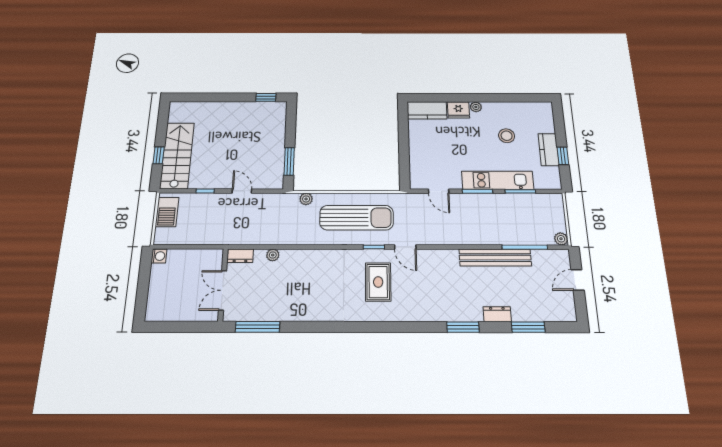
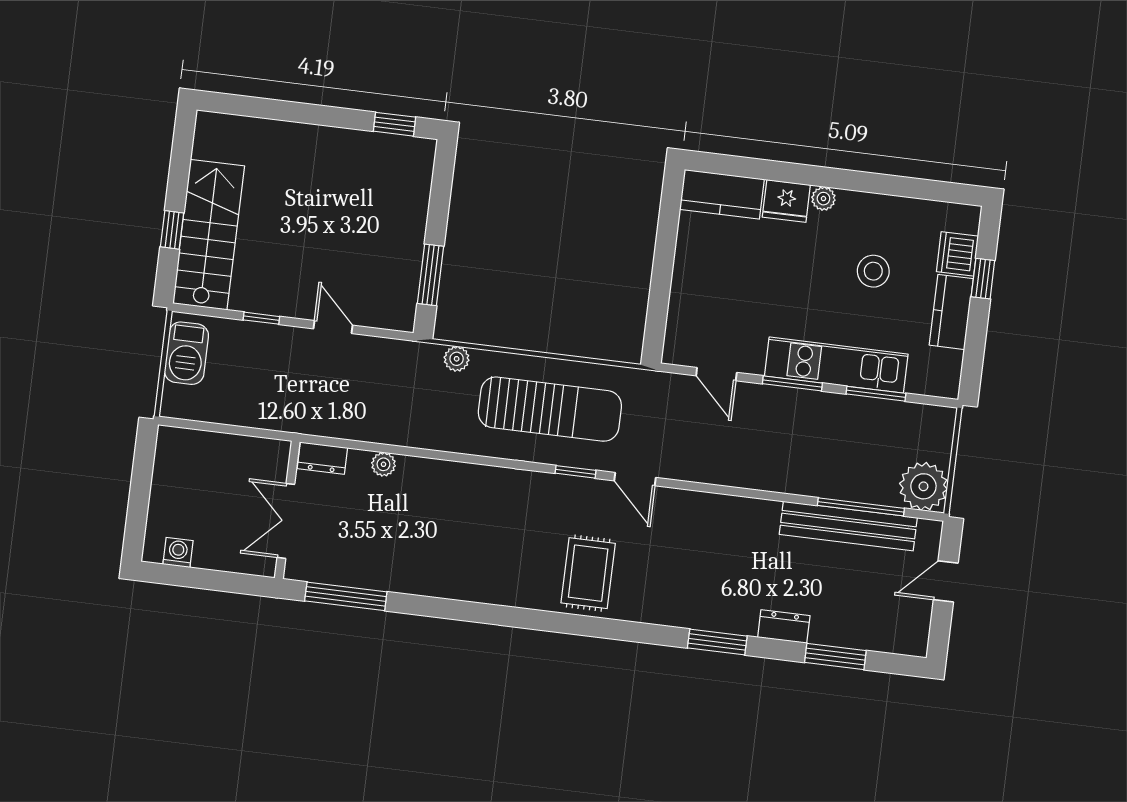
dishwasher: (545, 124) -> (957, 254), added
window: (563, 156) -> (983, 279), moved
plant: (561, 239) -> (923, 486), width x1.87, depth x1.87
washing machine: (159, 256) -> (178, 552), moved, turned -90
bench: (495, 258) -> (848, 526), moved
rug: (378, 282) -> (588, 573), moved

